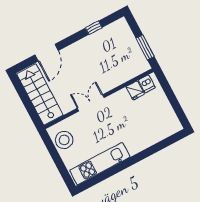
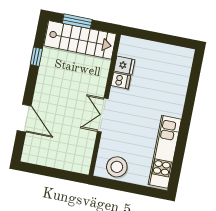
window: (145, 47) -> (77, 21), moved
dishwasher: (147, 84) -> (121, 81), moved
stairs: (40, 94) -> (80, 40), moved, turned 180

